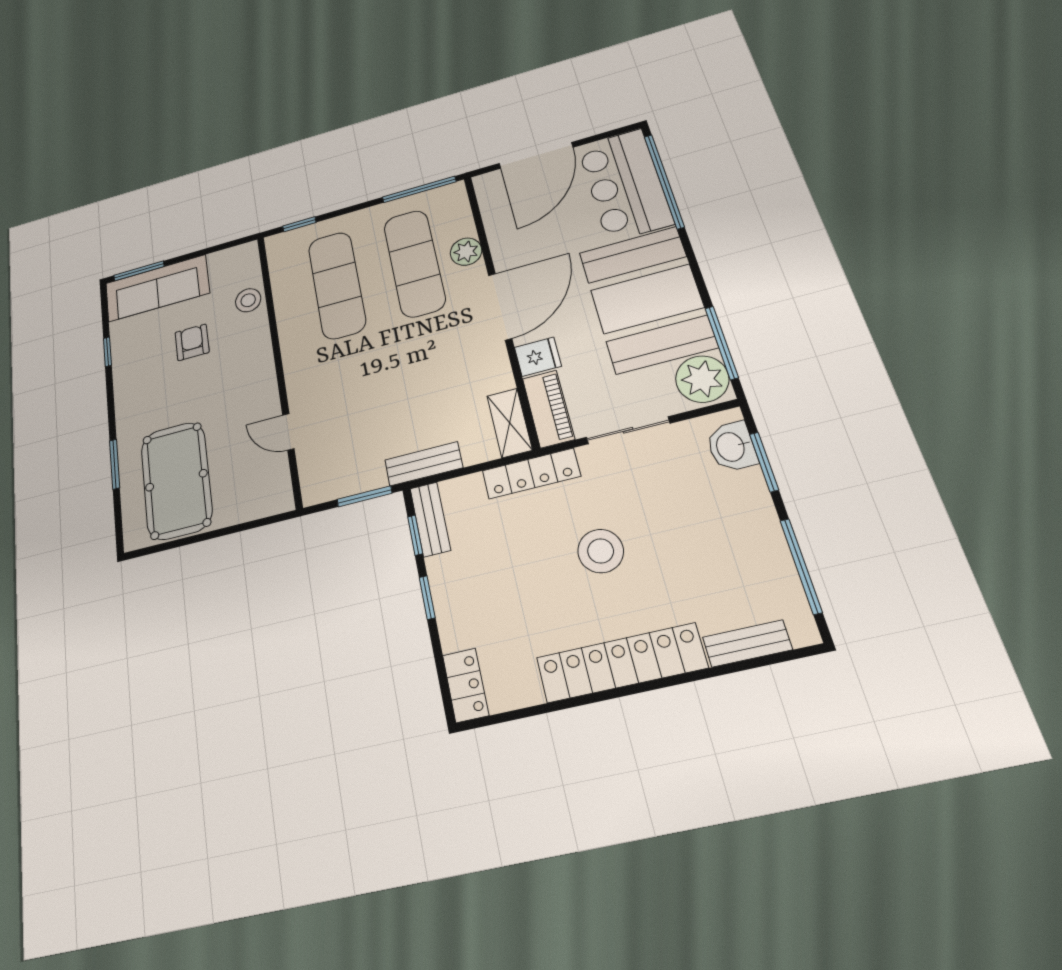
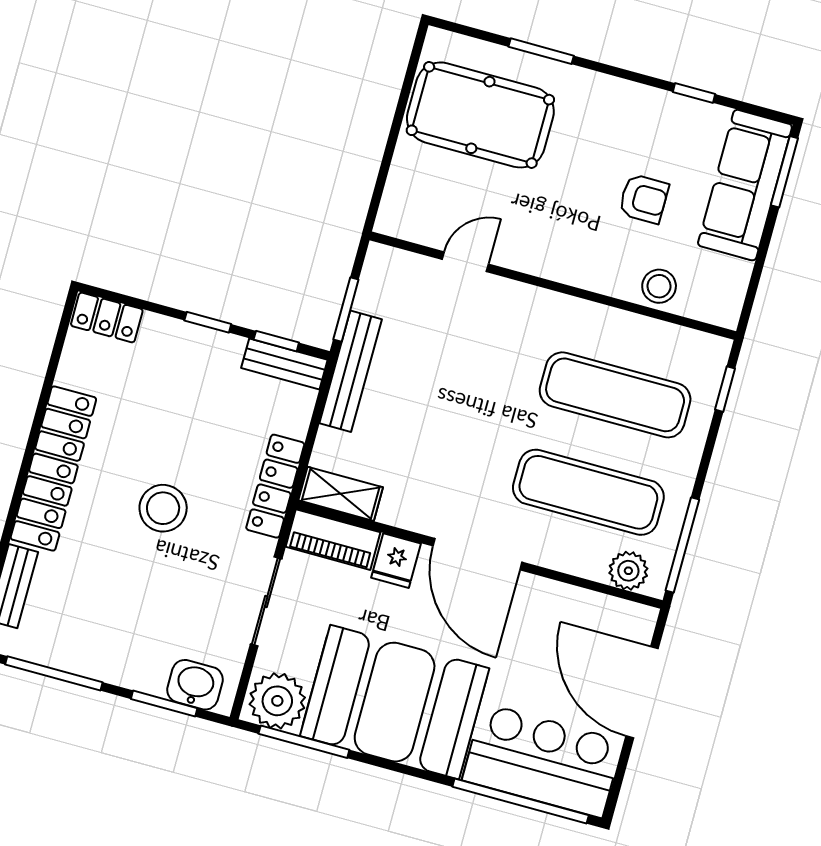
plant: (466, 252) -> (628, 571), moved
bench: (424, 464) -> (351, 371), width x1.36

